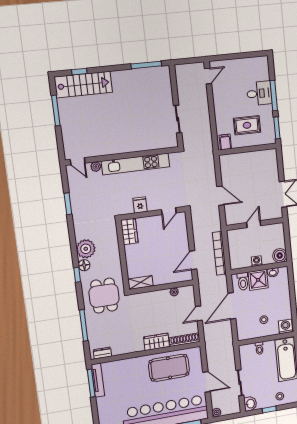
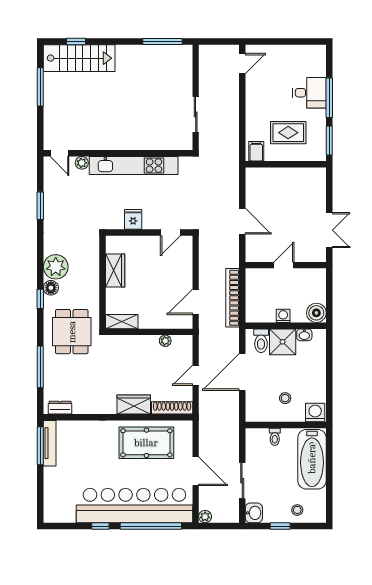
wardrobe: (129, 231) -> (115, 270), moved

